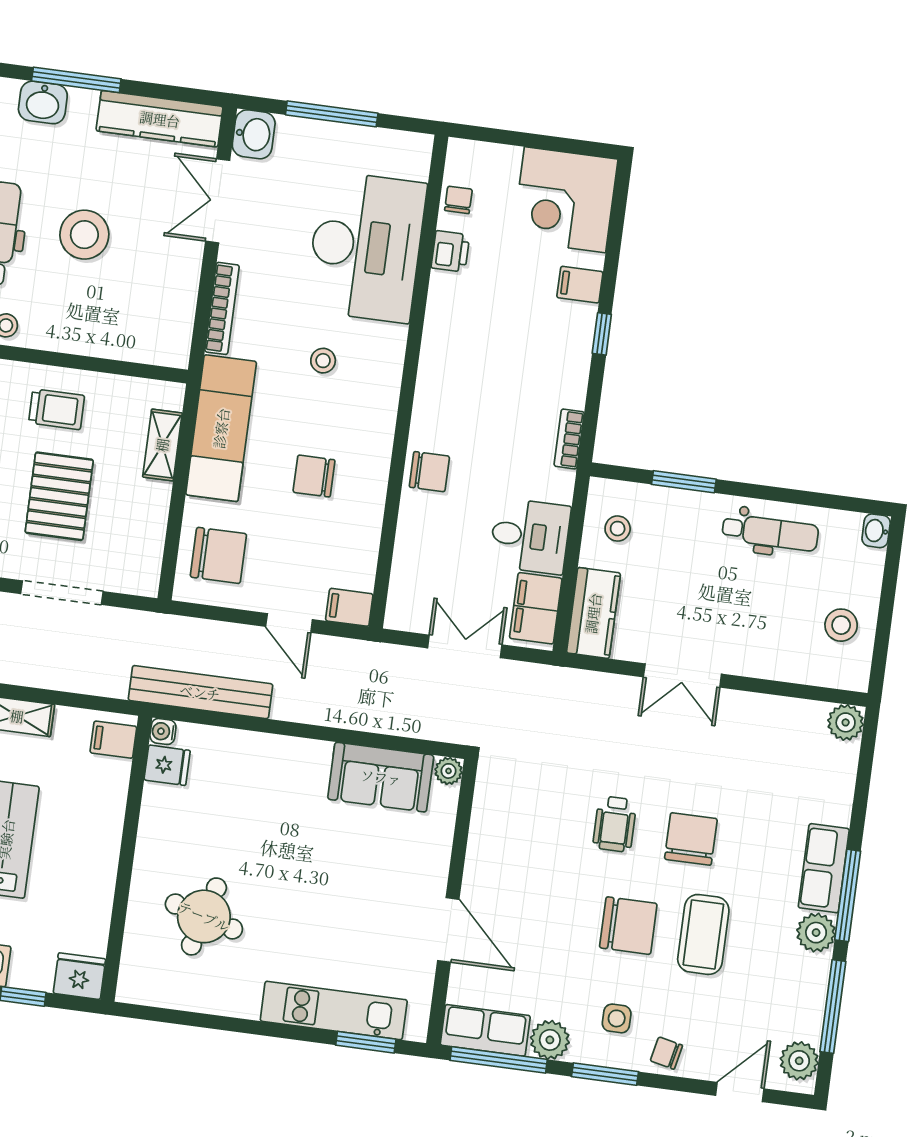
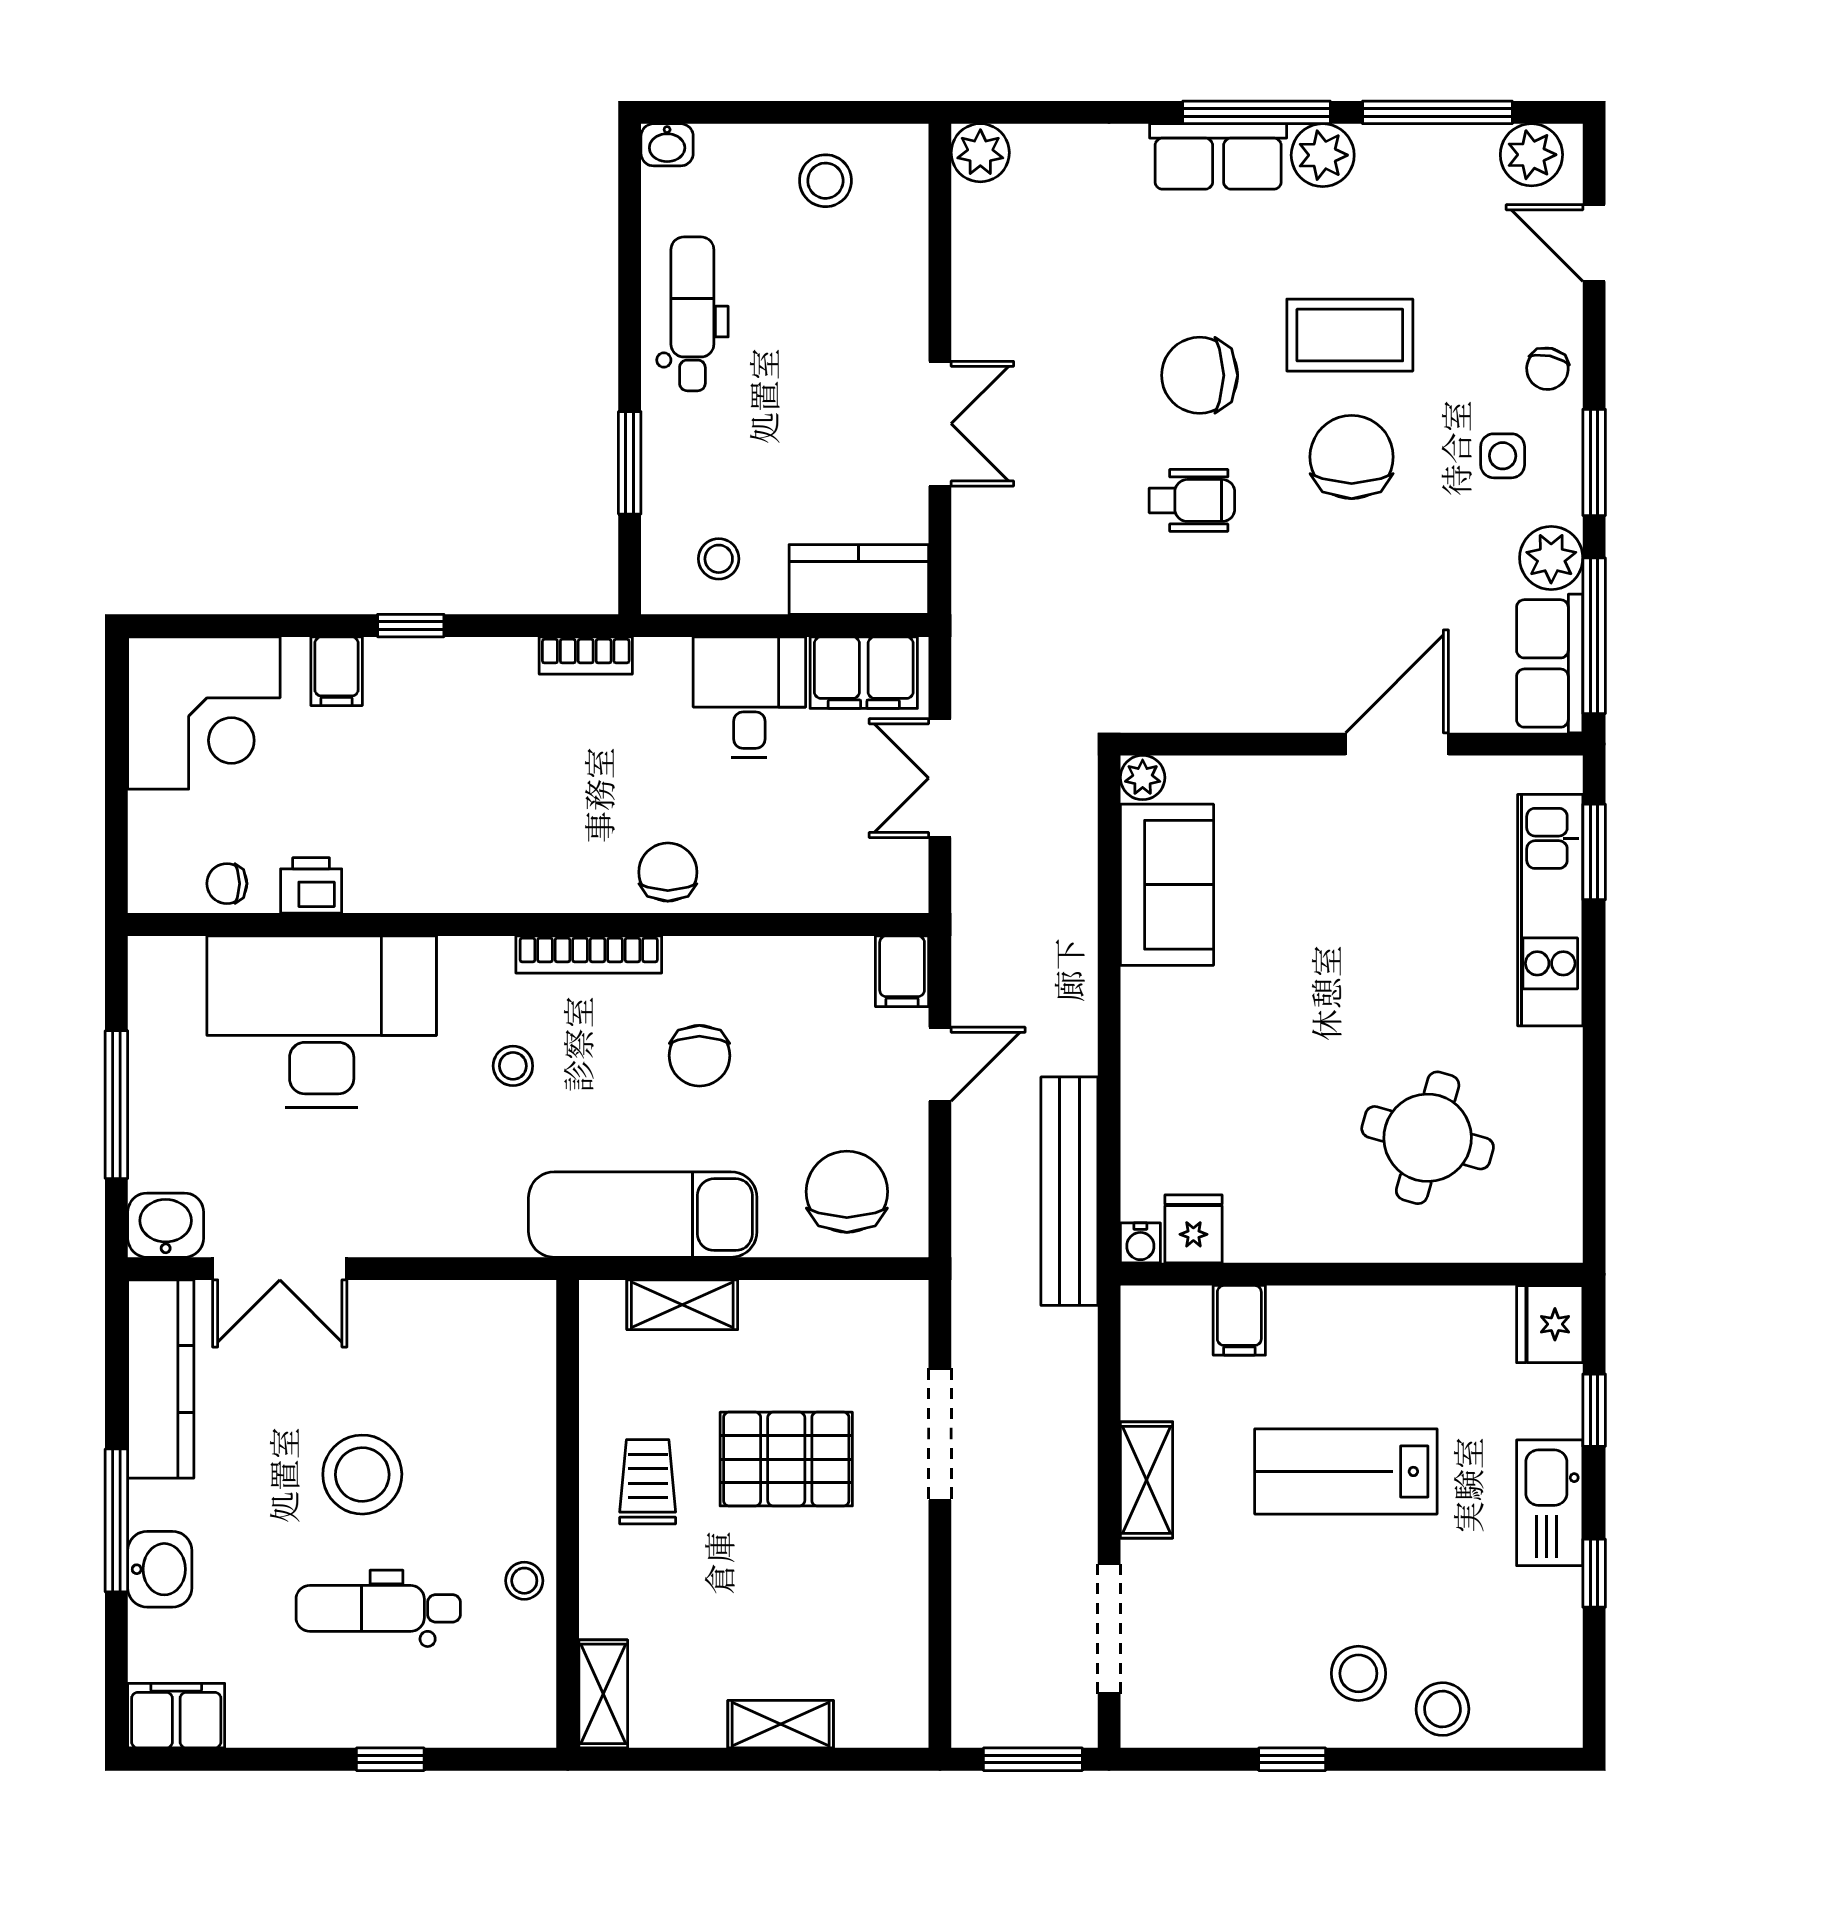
bookcase: (222, 308) -> (589, 954), moved, turned 180
filing cabinet: (113, 740) -> (1239, 1320), moved

